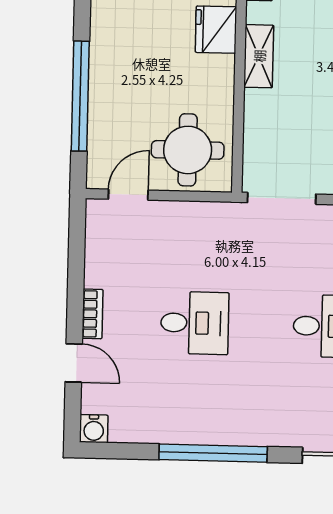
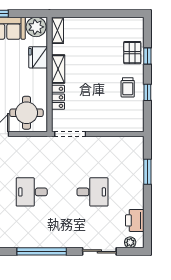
locker: (257, 118) -> (58, 97), added
desk: (195, 323) -> (32, 192), turned 180

